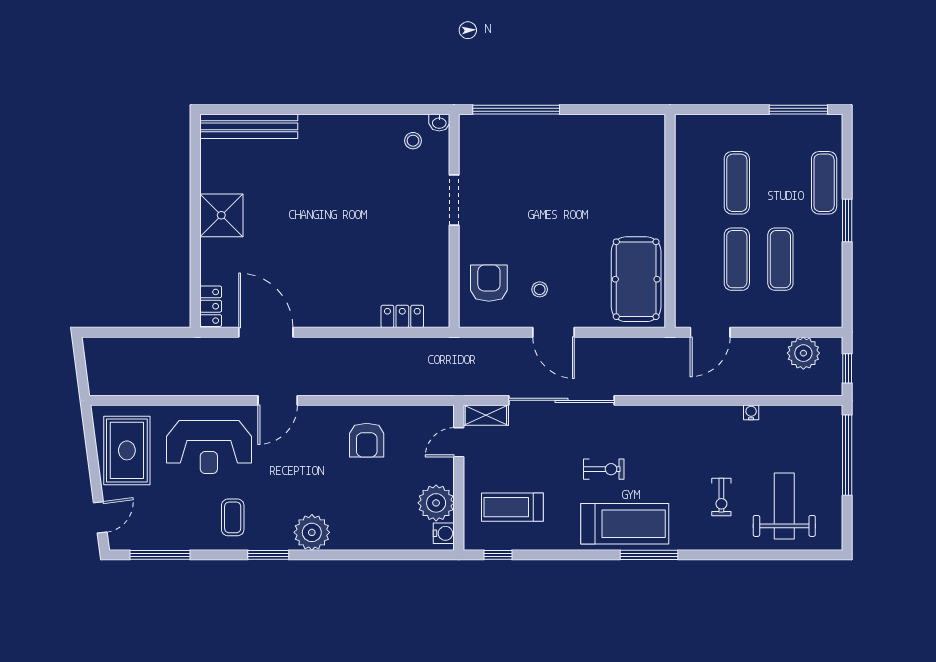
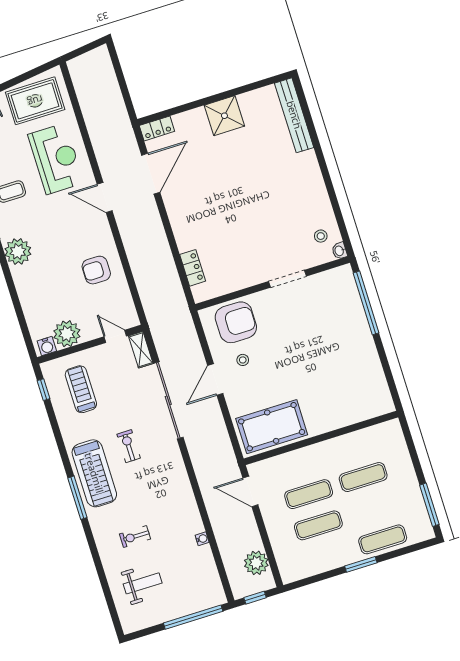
armchair: (489, 283) -> (236, 322), width x1.36, depth x1.36
reception desk: (209, 447) -> (56, 159), turned 180
exercise bike: (604, 469) -> (129, 446), turned 180
weight bench: (784, 506) -> (143, 583), width x0.73, depth x0.75

